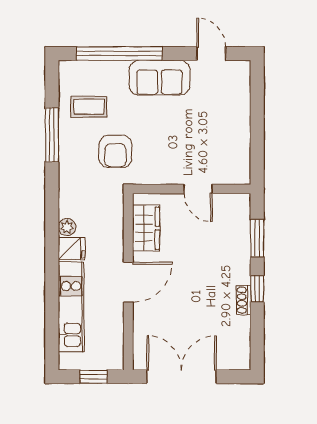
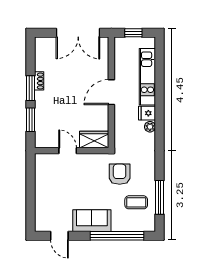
window: (52, 135) -> (159, 197), moved
wardrobe: (146, 228) -> (94, 140), moved, turned 90
window: (257, 289) -> (31, 88), width x1.50

